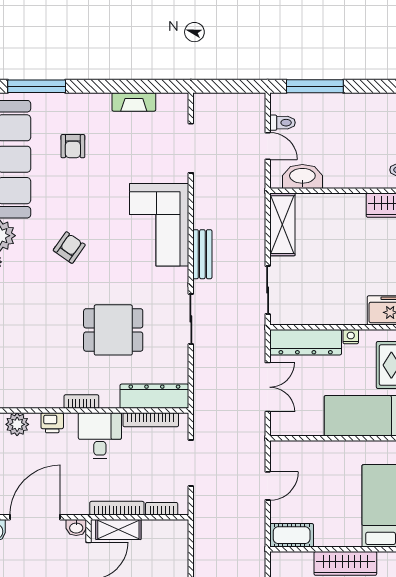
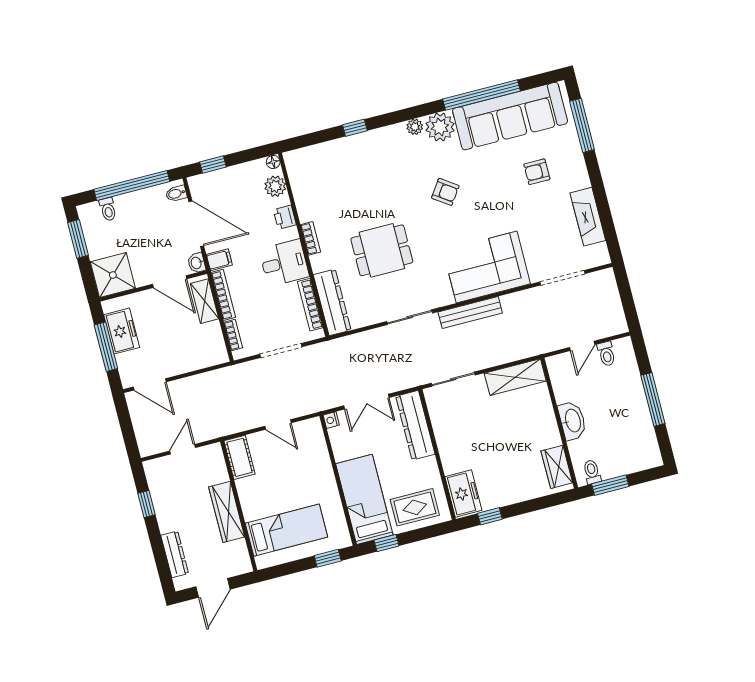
window: (315, 86) -> (653, 399), moved
fireplace: (134, 102) -> (588, 217), width x1.37, depth x1.32
washbasin: (302, 177) -> (572, 421), moved
bench: (202, 254) -> (470, 313), width x1.36
dining table: (113, 330) -> (382, 250), turned 90
nightstand: (351, 337) -> (331, 420), moved, turned 180
filing cabinet: (79, 503) -> (219, 260), added

